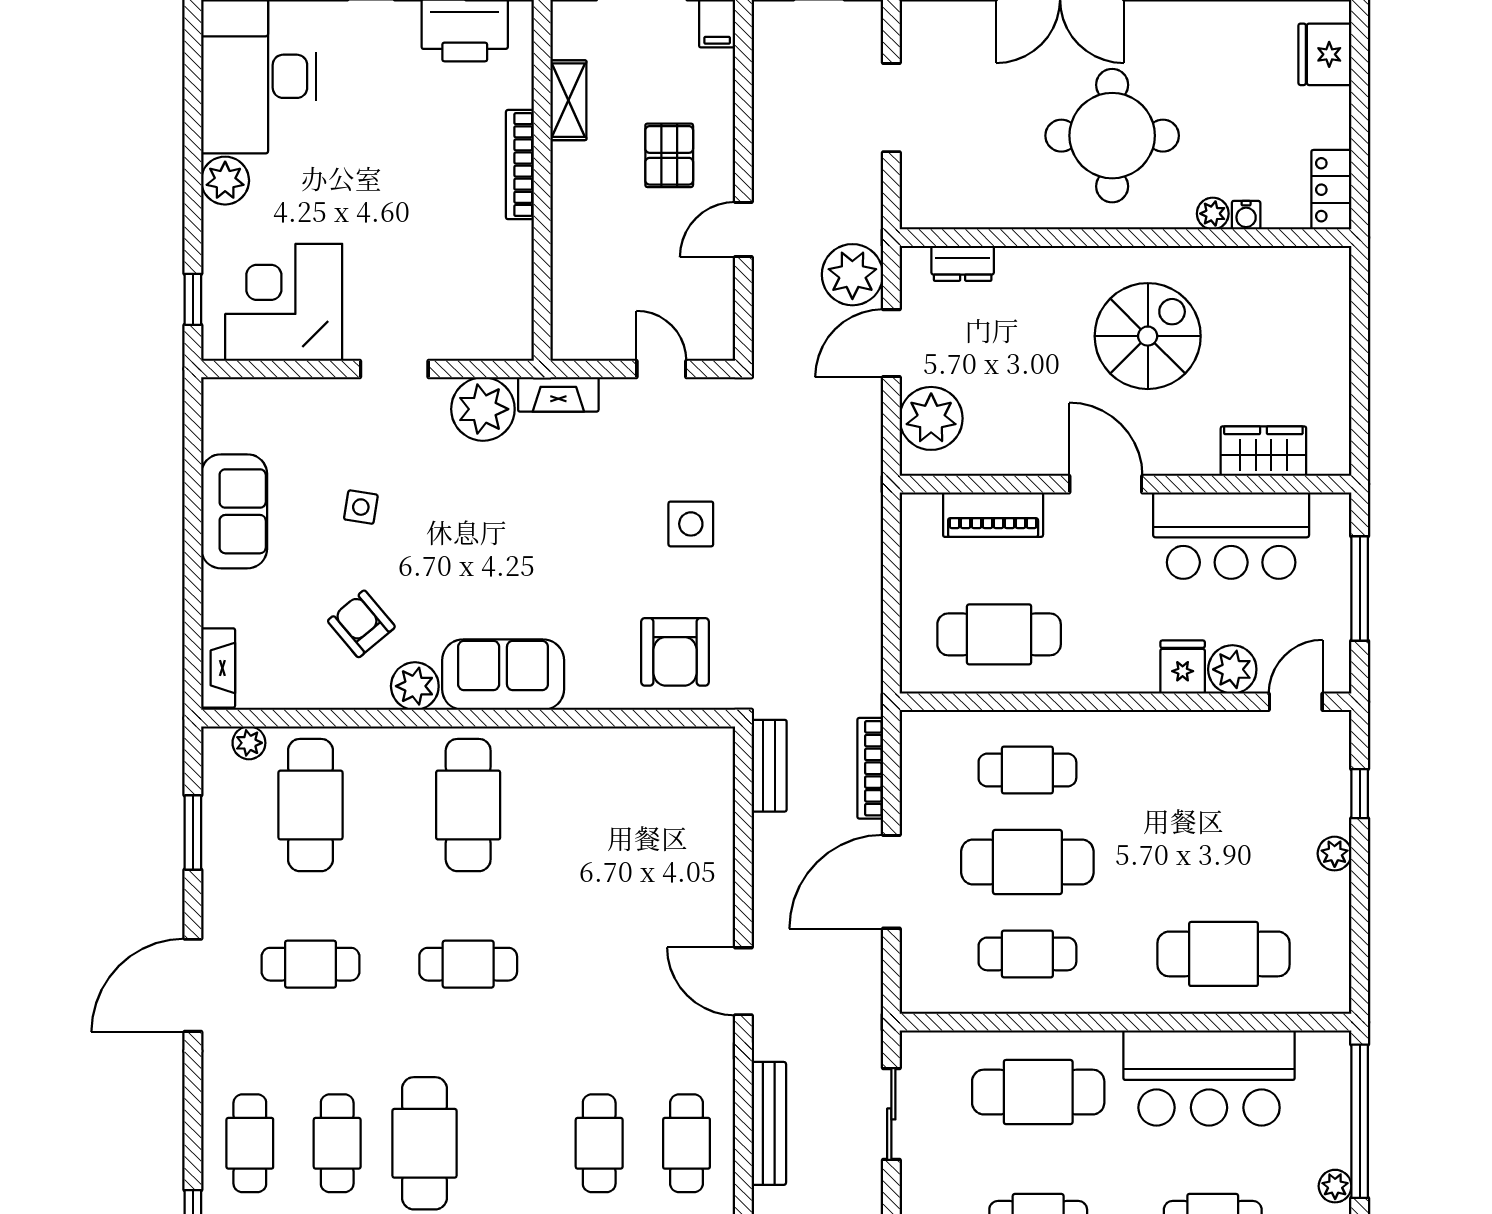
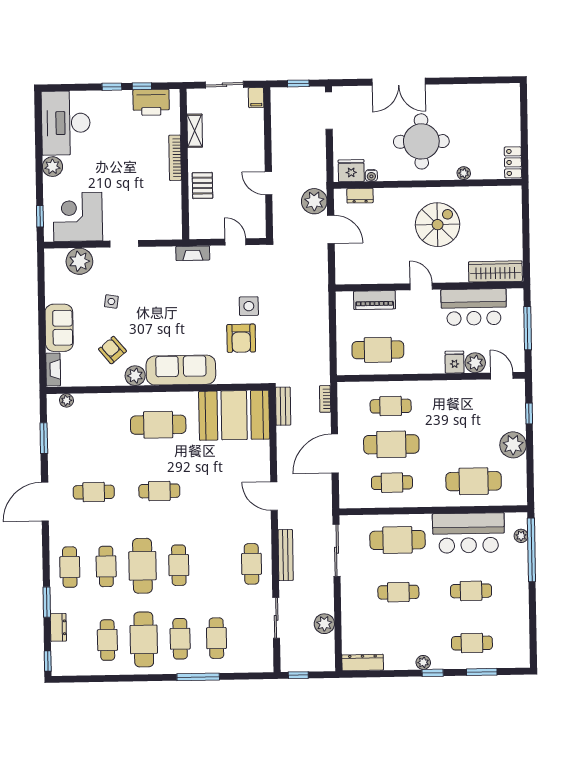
fridge: (1325, 54) -> (351, 171), moved, turned 90
doorway: (891, 108) -> (329, 111), moved
pallet: (669, 155) -> (202, 186), moved
water cooler: (1246, 215) -> (371, 175), moved
door: (743, 229) -> (269, 183), hinge flipped
door: (891, 343) -> (331, 229), swing flipped
plant: (483, 409) -> (79, 261), moved
plant: (931, 418) -> (348, 260), removed
wardrobe: (1263, 451) -> (495, 271), width x1.50
door: (1106, 484) -> (421, 287), width x0.73
sofa: (234, 511) -> (59, 328), moved
armchair: (675, 652) -> (241, 338), moved
sofa: (503, 675) -> (181, 370), width x1.36
door: (1296, 702) -> (502, 376), hinge flipped
bookcase: (870, 768) -> (325, 399), width x0.64
booth: (651, 785) -> (234, 415), added
cafe table: (310, 805) -> (93, 426), removed
cafe table: (468, 805) -> (158, 425), turned 90
plant: (1335, 854) -> (513, 445), width x1.87, depth x1.87
sliding door: (891, 1114) -> (337, 550), width x1.37
cafe table: (599, 1143) -> (179, 565), moved
plant: (1335, 1186) -> (521, 536), moved

